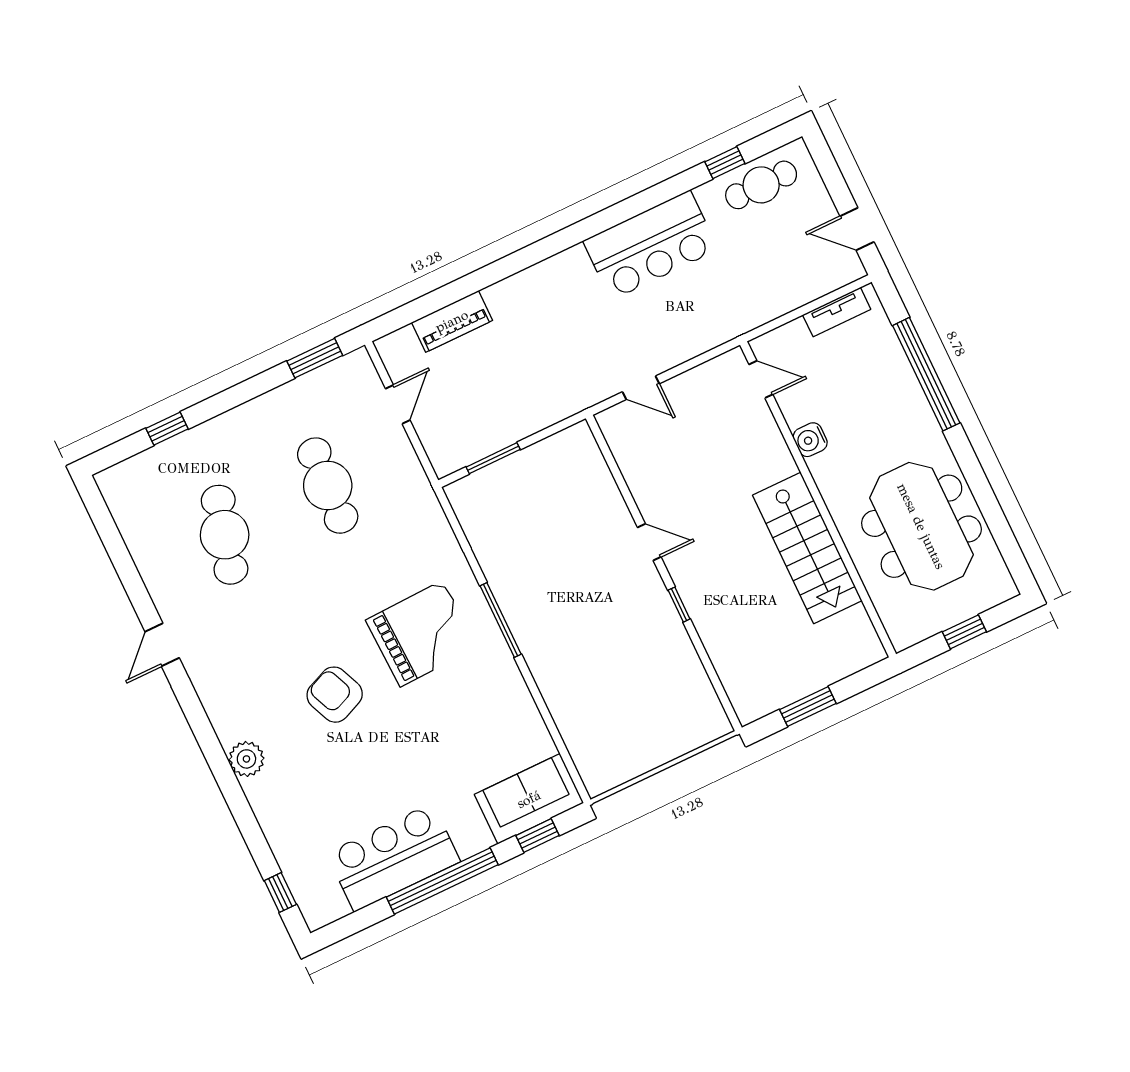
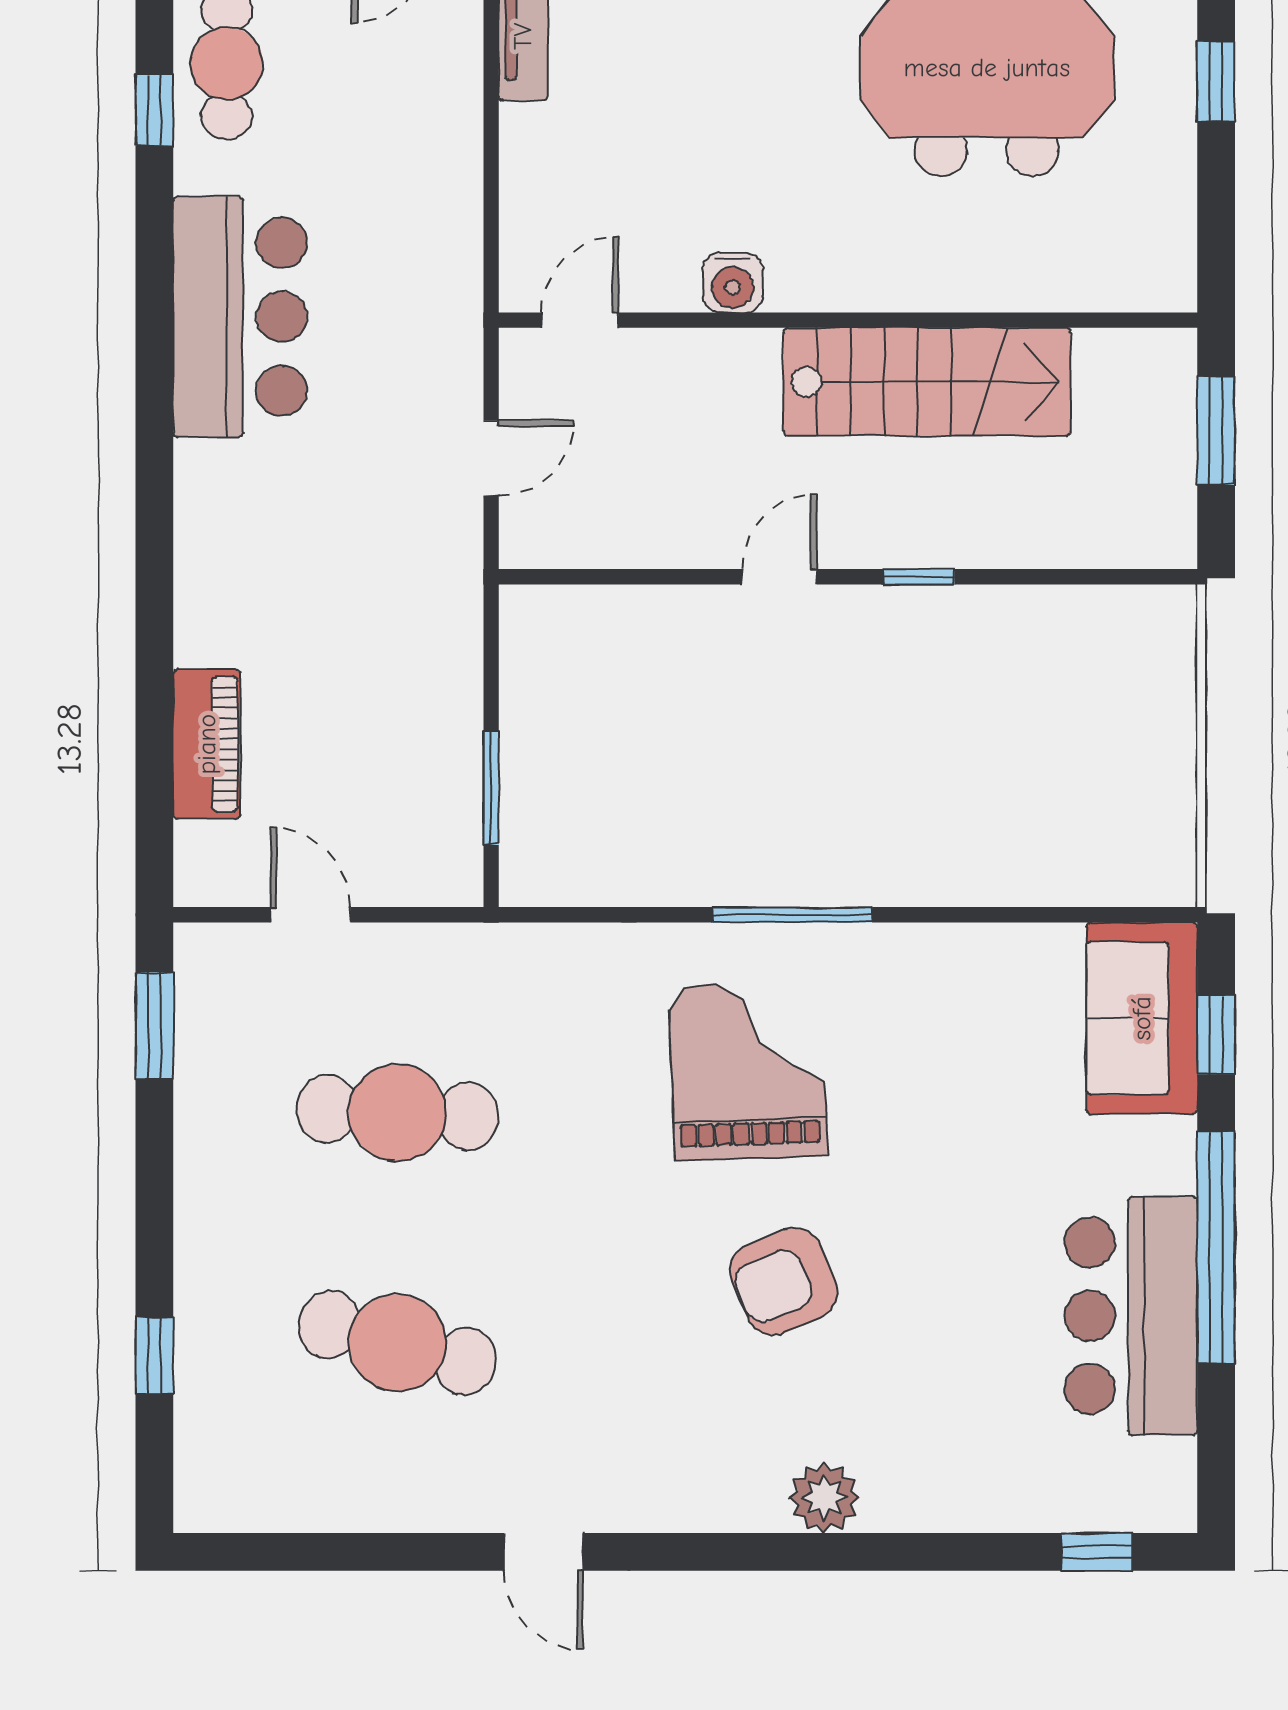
door: (761, 379) -> (580, 320), moved
water cooler: (810, 440) -> (733, 283), moved
wall: (818, 499) -> (848, 320), moved
stairs: (807, 548) -> (927, 382), moved

